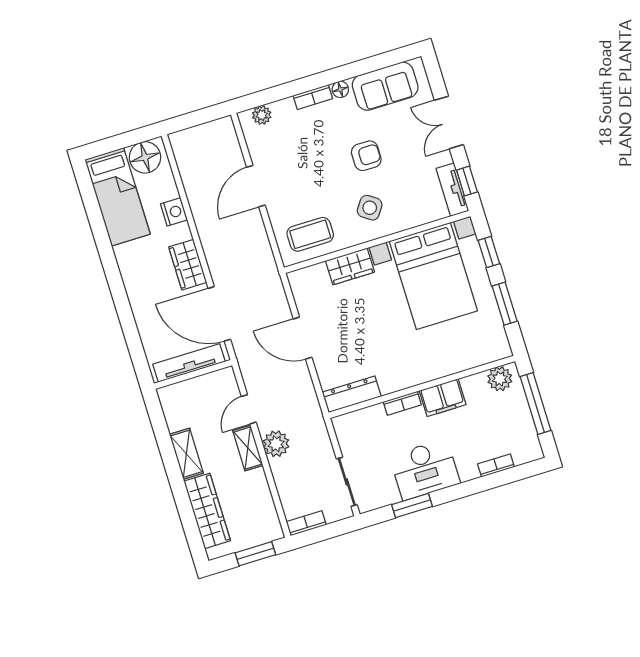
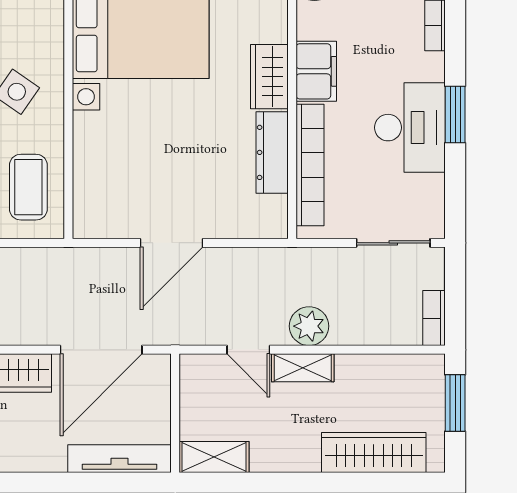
wardrobe: (350, 266) -> (269, 77), moved, turned 180
tv unit: (189, 363) -> (119, 459), moved, turned 90
dresser: (352, 394) -> (272, 152), moved
bookcase: (402, 403) -> (310, 165), width x2.31, depth x1.31
shelving: (186, 454) -> (214, 457), moved
window: (412, 506) -> (455, 115), moved

